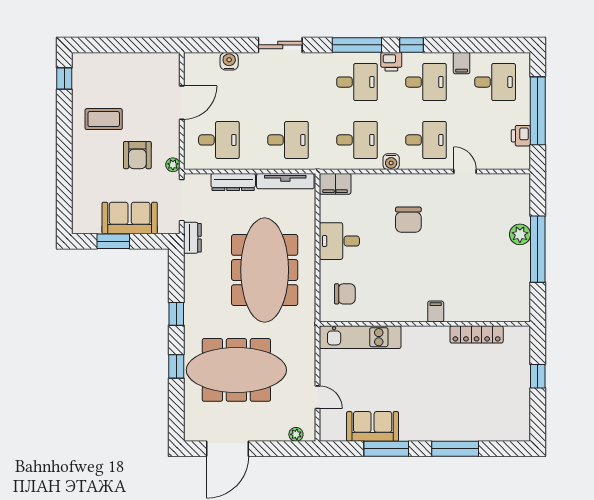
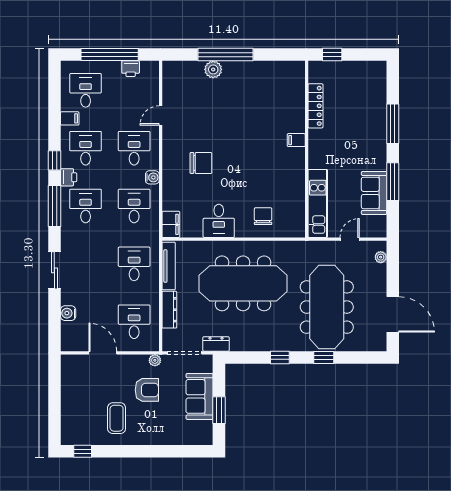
filing cabinet: (436, 312) -> (296, 140), moved
wall: (425, 324) -> (307, 149), moved
locker: (477, 334) -> (315, 106), moved
kitchen unit: (360, 337) -> (318, 203), moved

